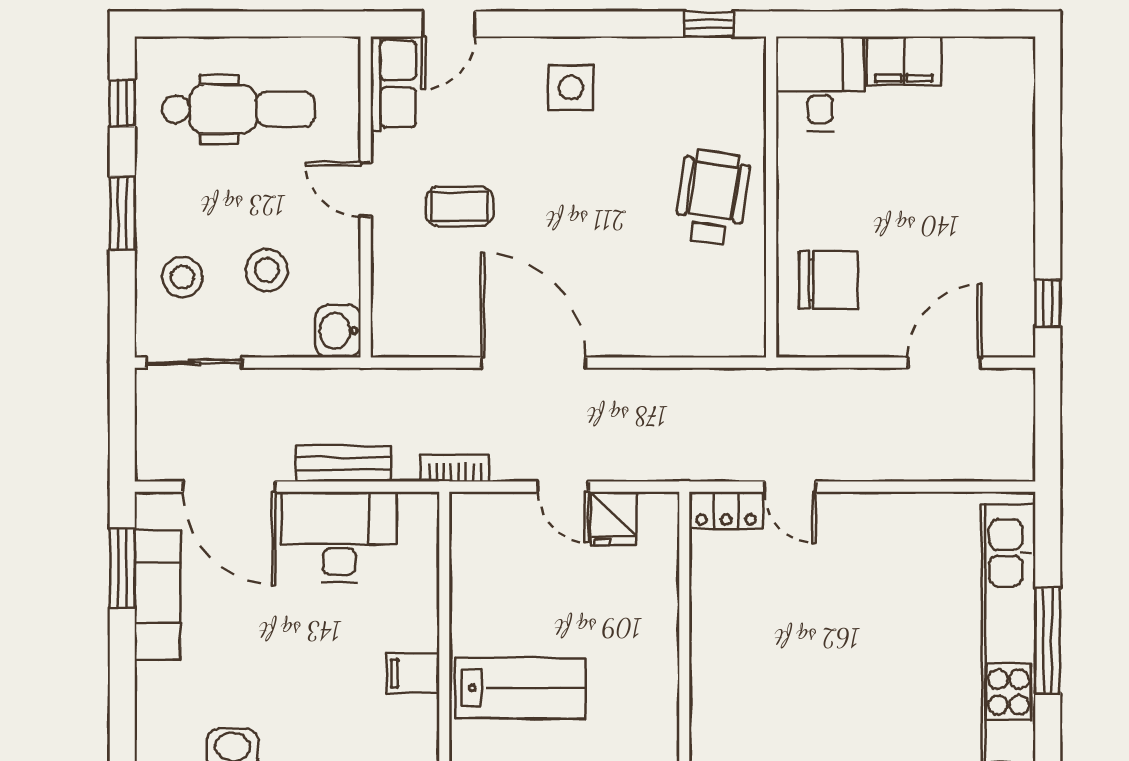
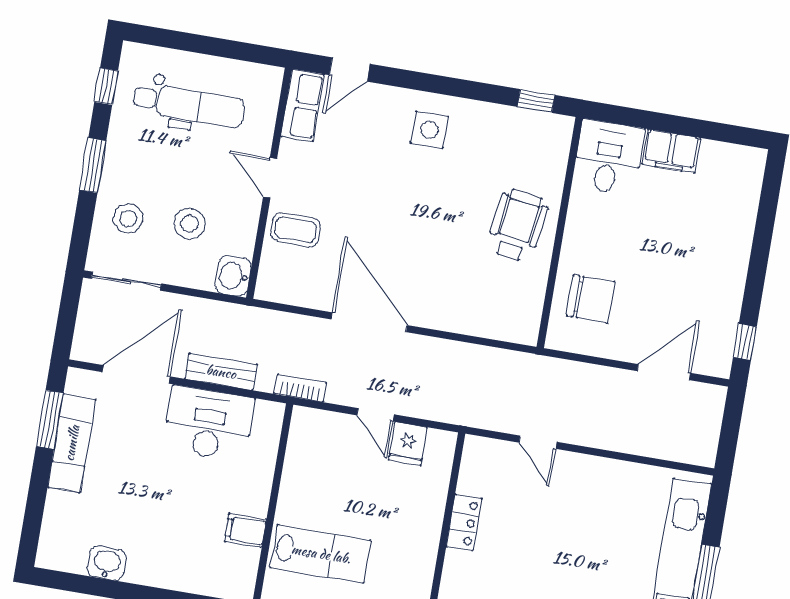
coffee table: (460, 206) -> (296, 230), moved
door: (229, 487) -> (136, 374), swing flipped
locker: (726, 510) -> (464, 522), moved, turned -90

